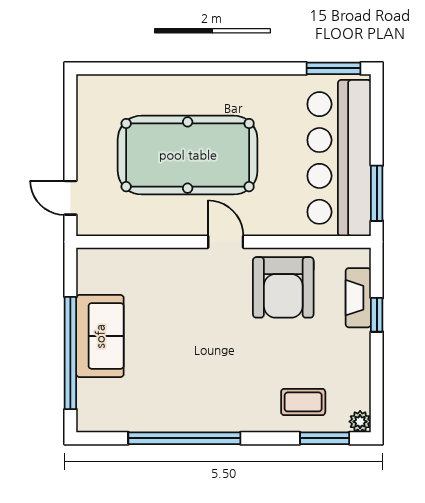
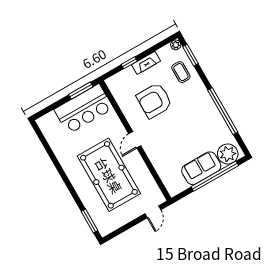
window: (334, 68) -> (90, 221), moved
bar counter: (339, 158) -> (84, 109), width x0.73
armchair: (283, 287) -> (154, 101), moved, turned 180
fireplace: (358, 298) -> (146, 63), moved
plant: (98, 401) -> (228, 154), added

